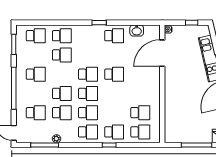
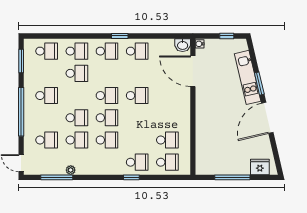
washbasin: (137, 30) -> (183, 45), moved
door: (162, 53) -> (193, 71), hinge flipped
school desk: (88, 132) -> (107, 51), moved

